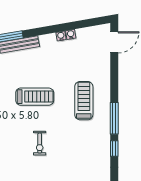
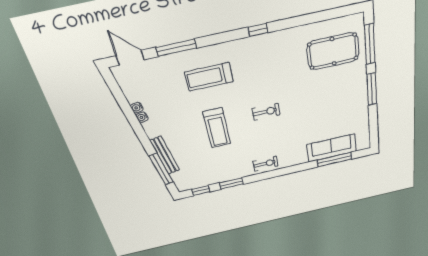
treadmill: (35, 97) -> (217, 128), turned 180
window: (114, 118) -> (176, 48), moved

